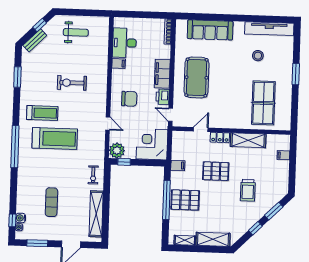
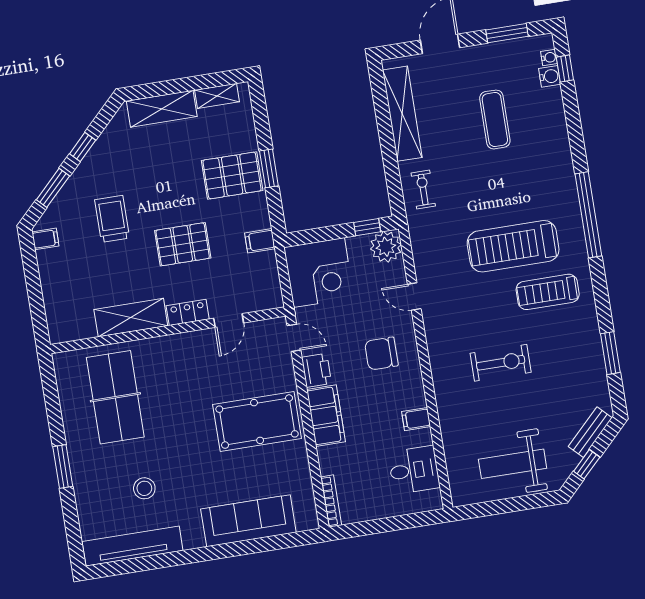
weight bench: (76, 32) -> (513, 464), width x1.36, depth x1.33
desk: (124, 43) -> (414, 470), width x0.73
pool table: (196, 77) -> (257, 422), turned 90
filing cabinet: (283, 155) -> (45, 239), moved
window: (166, 200) -> (269, 168), width x0.47

